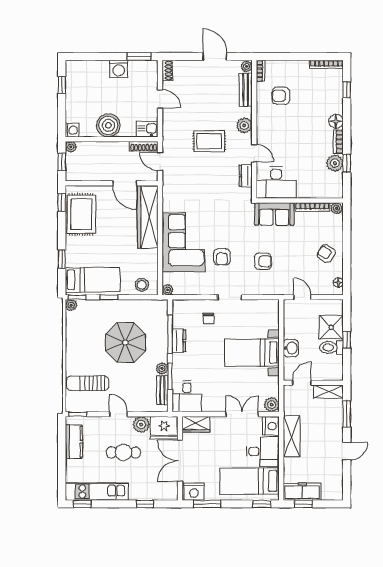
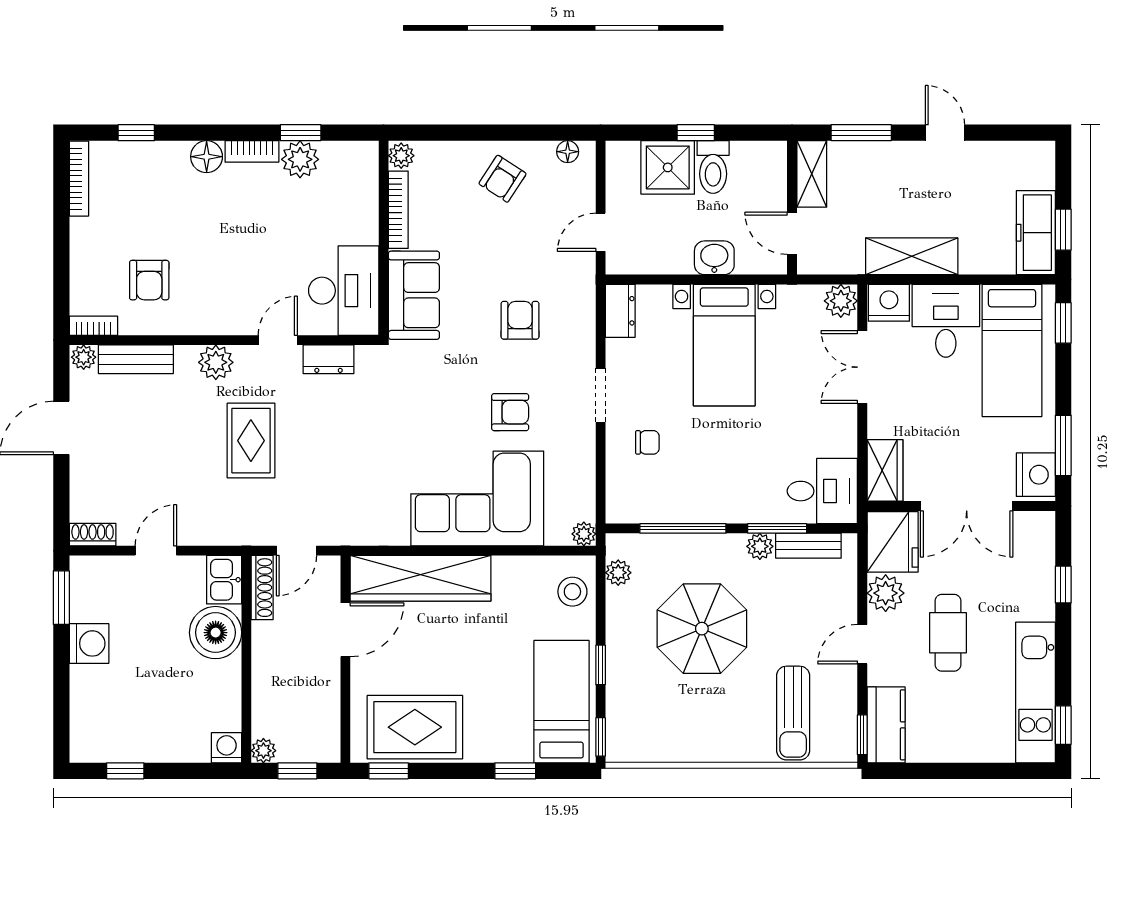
boiler: (108, 125) -> (216, 633), moved
plant: (71, 305) -> (618, 573), moved
dresser: (179, 341) -> (620, 311), moved, turned 90
kitchen counter: (74, 442) -> (886, 725), moved, turned 90

